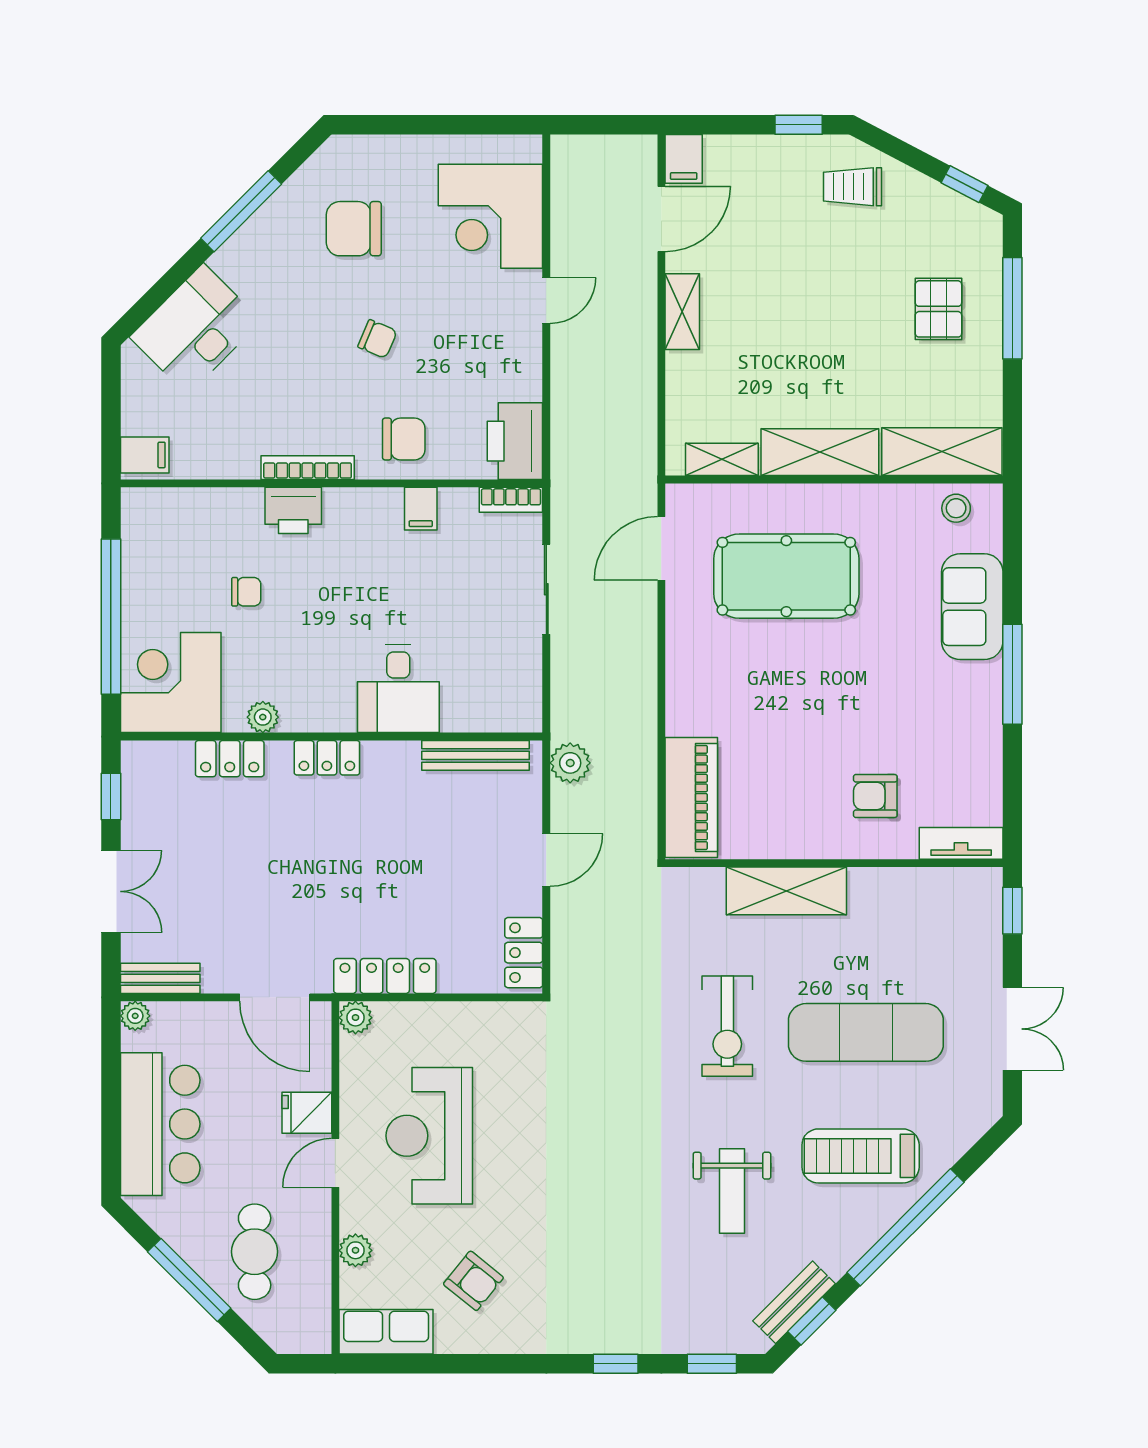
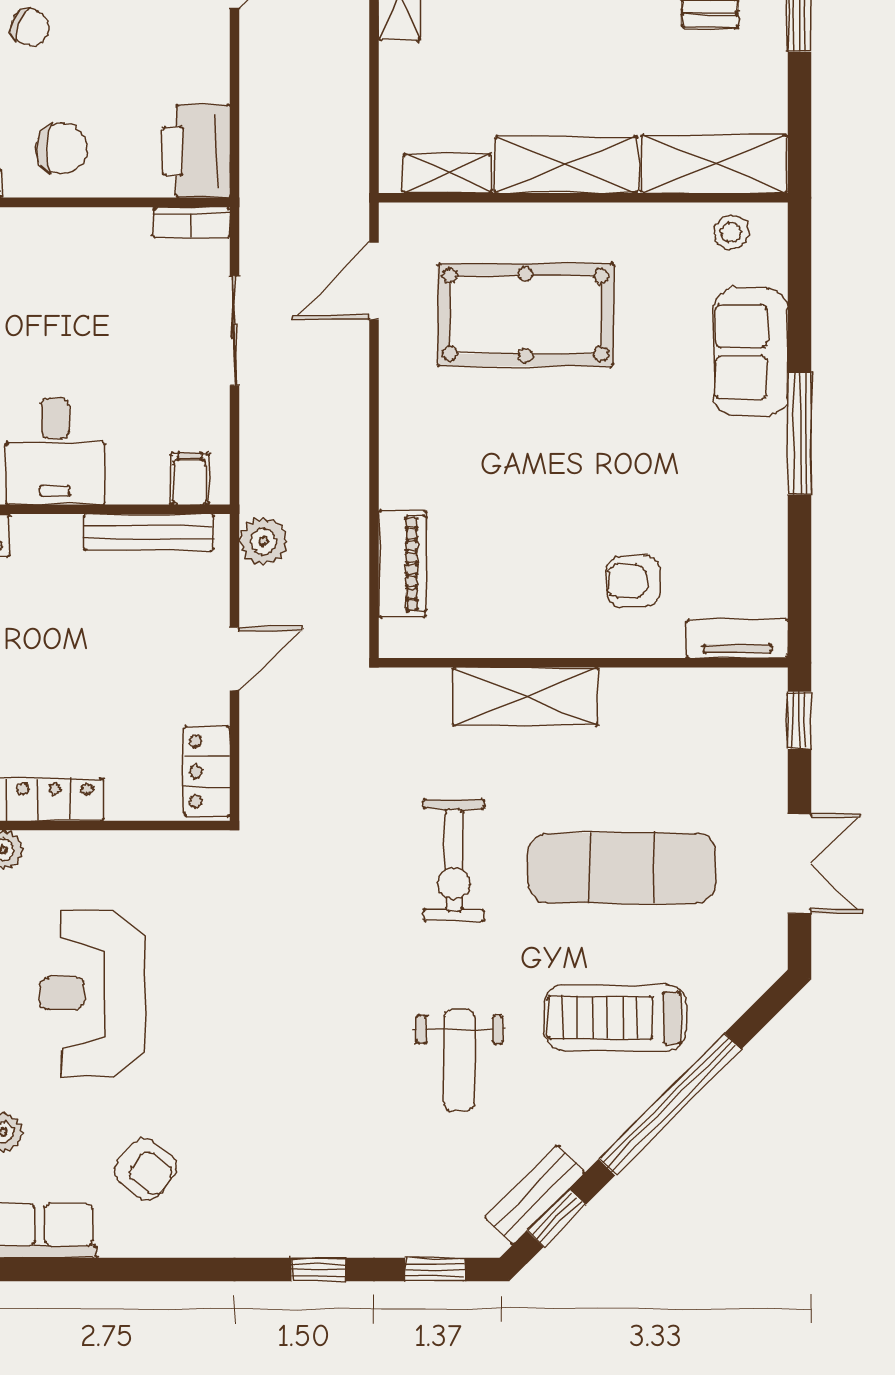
filing cabinet: (421, 509) -> (190, 479), moved, turned 180
piano: (691, 797) -> (402, 564), width x0.73, depth x0.75

